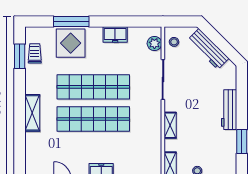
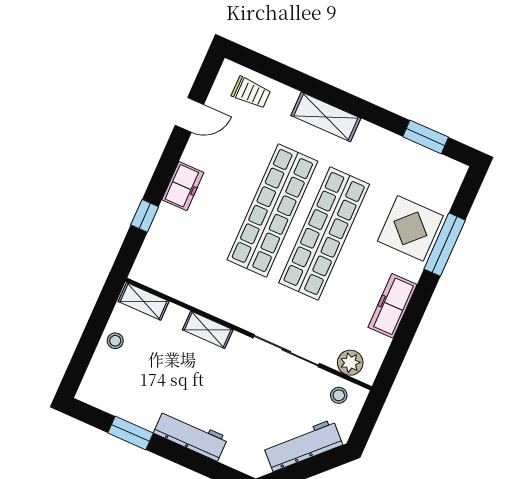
freezer: (115, 35) -> (393, 306), width x1.40
trolley: (35, 53) -> (251, 93), moved

